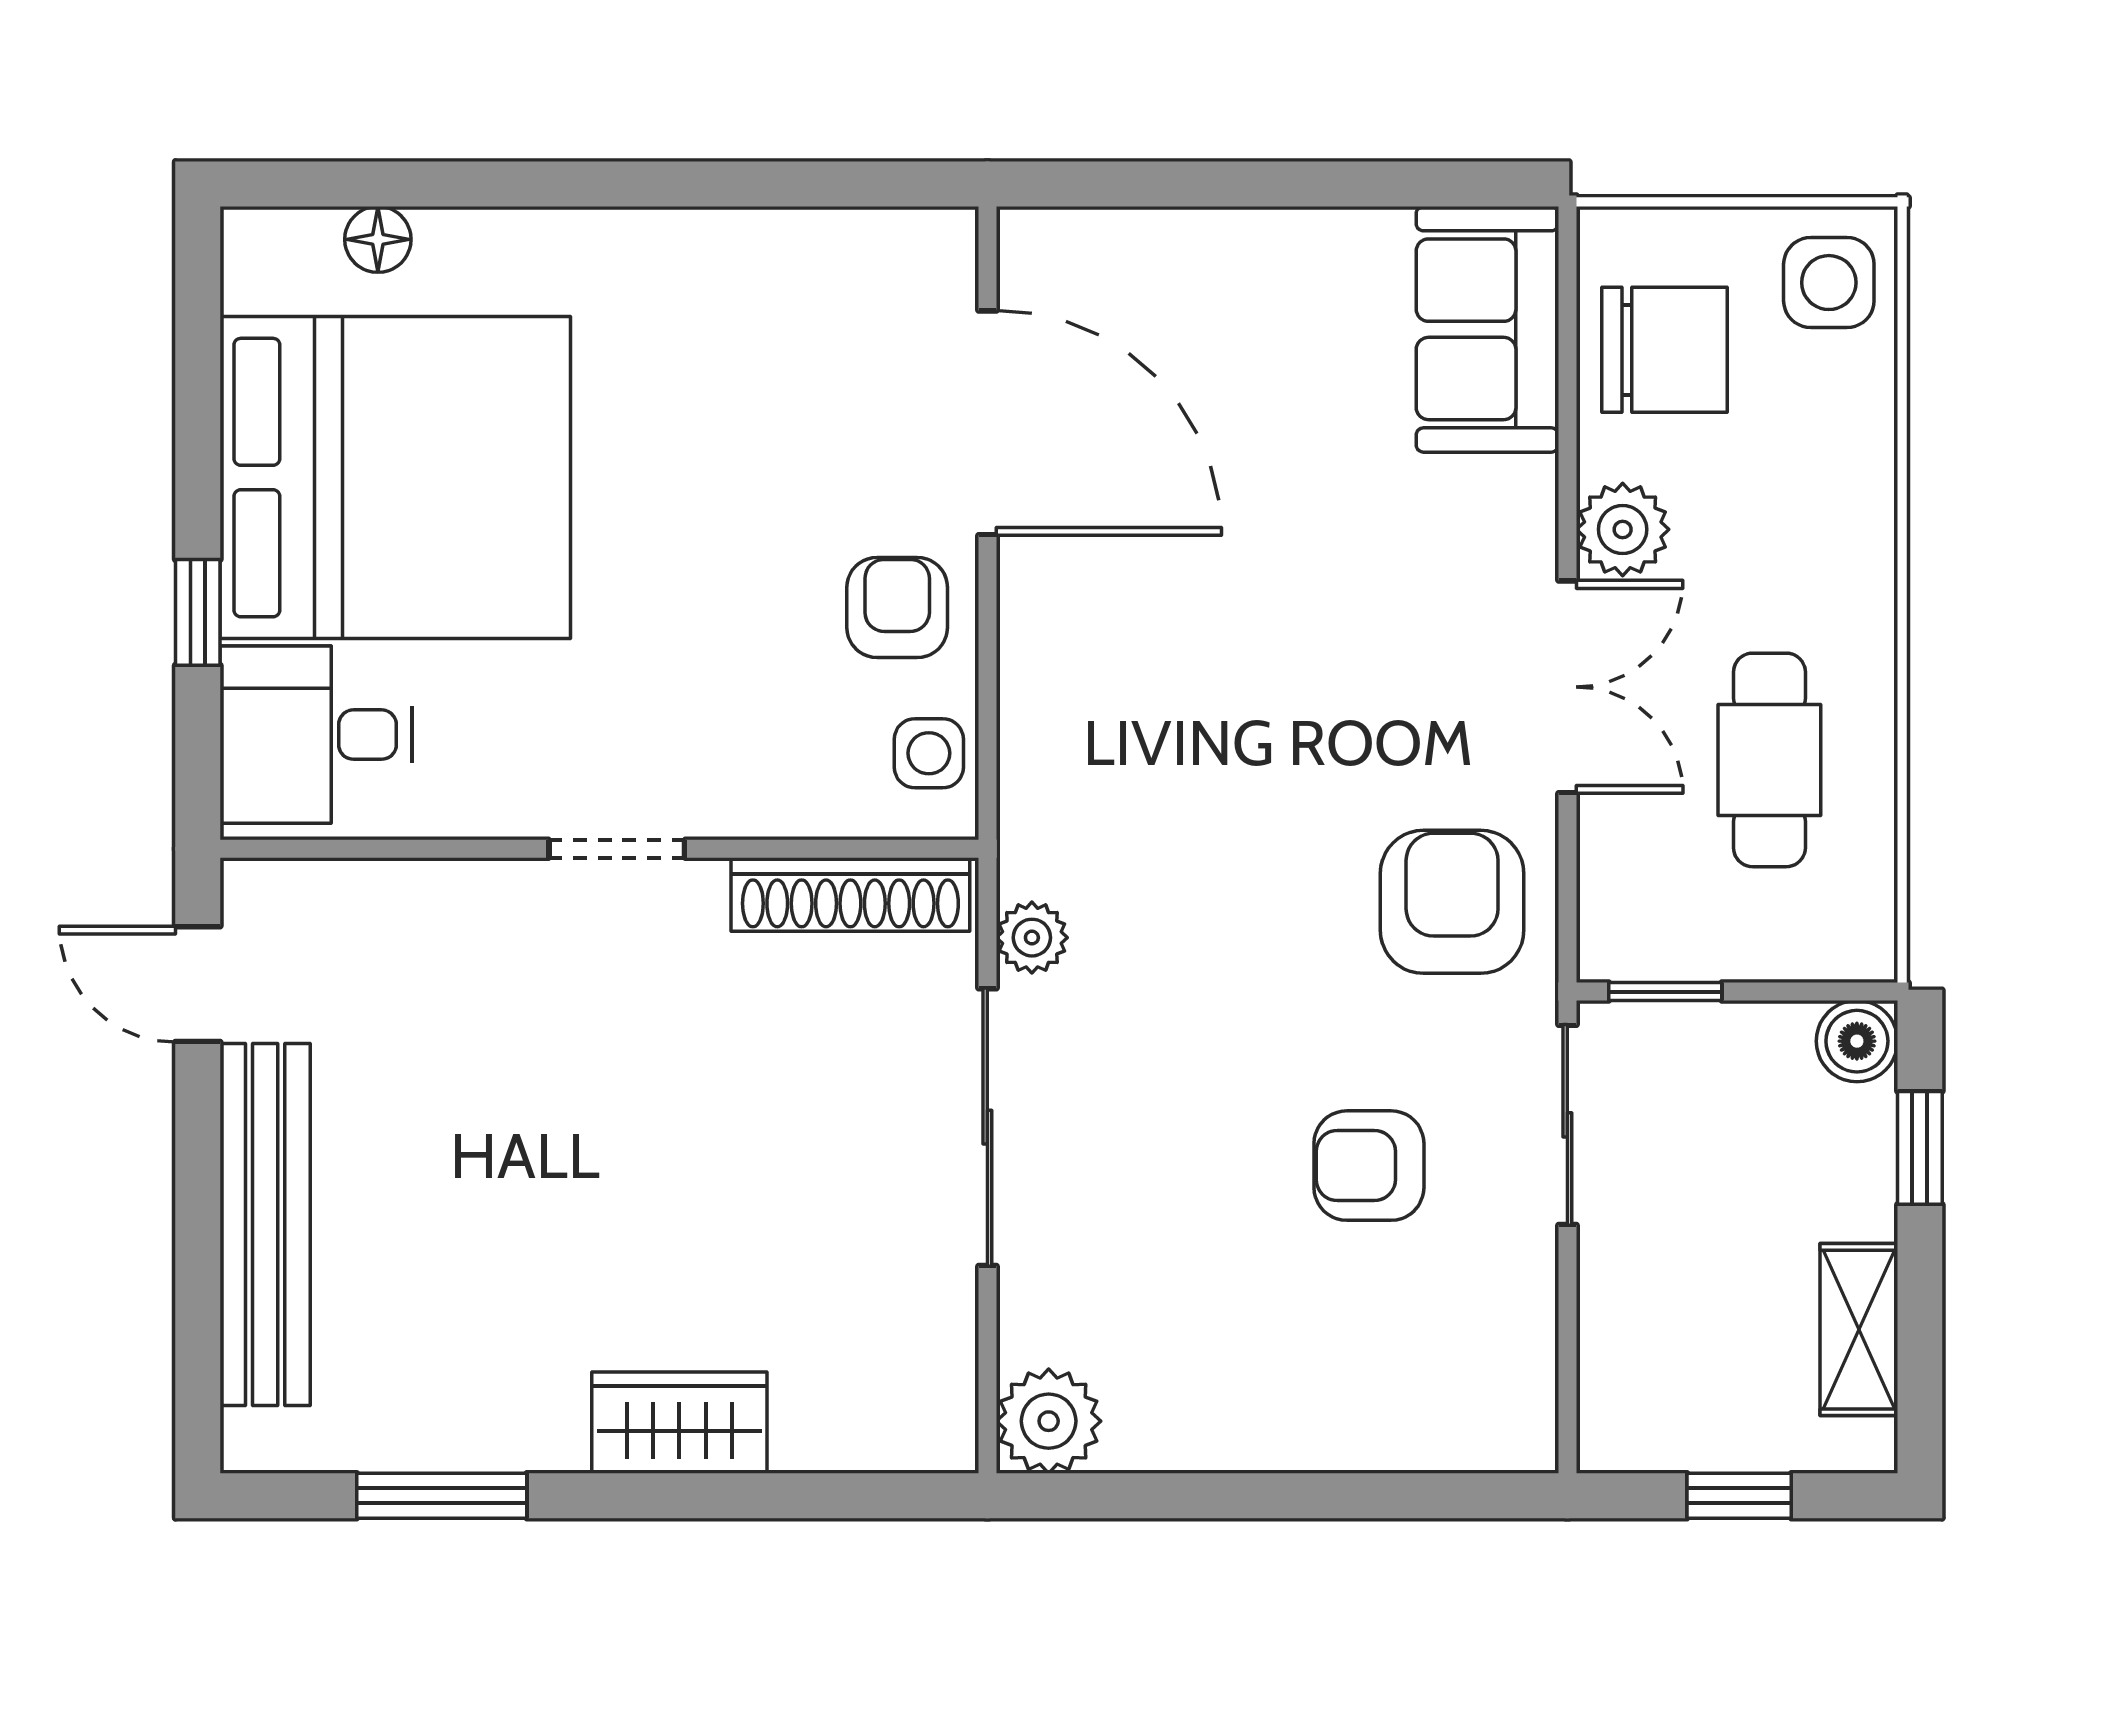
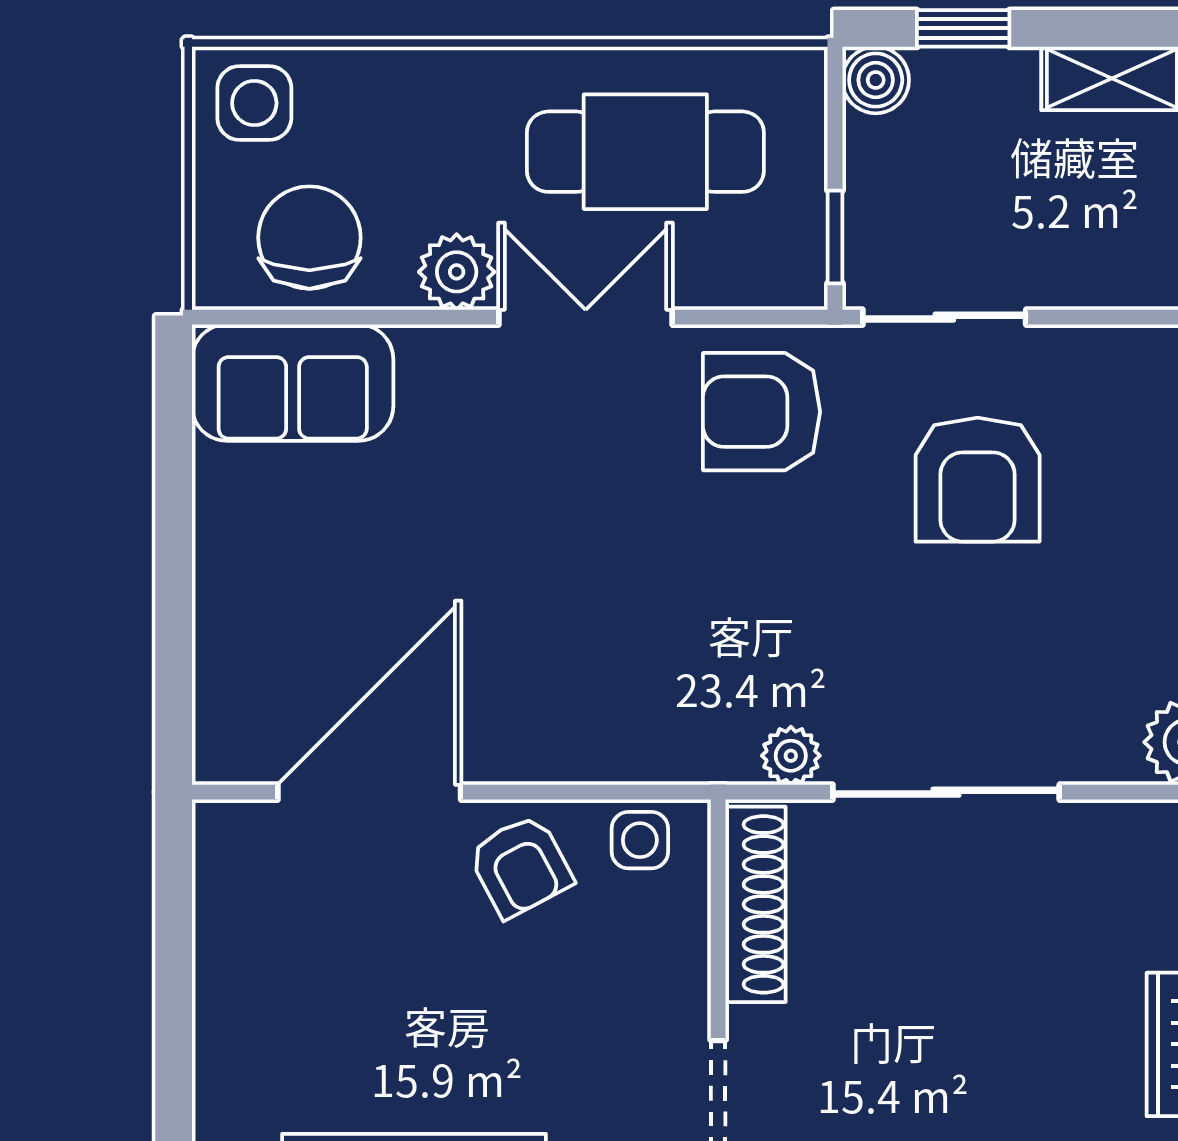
armchair: (897, 607) -> (520, 866), turned -118
cafe table: (1769, 760) -> (645, 152), width x1.37, depth x1.35
armchair: (1369, 1166) -> (978, 480), width x1.38, depth x1.38

